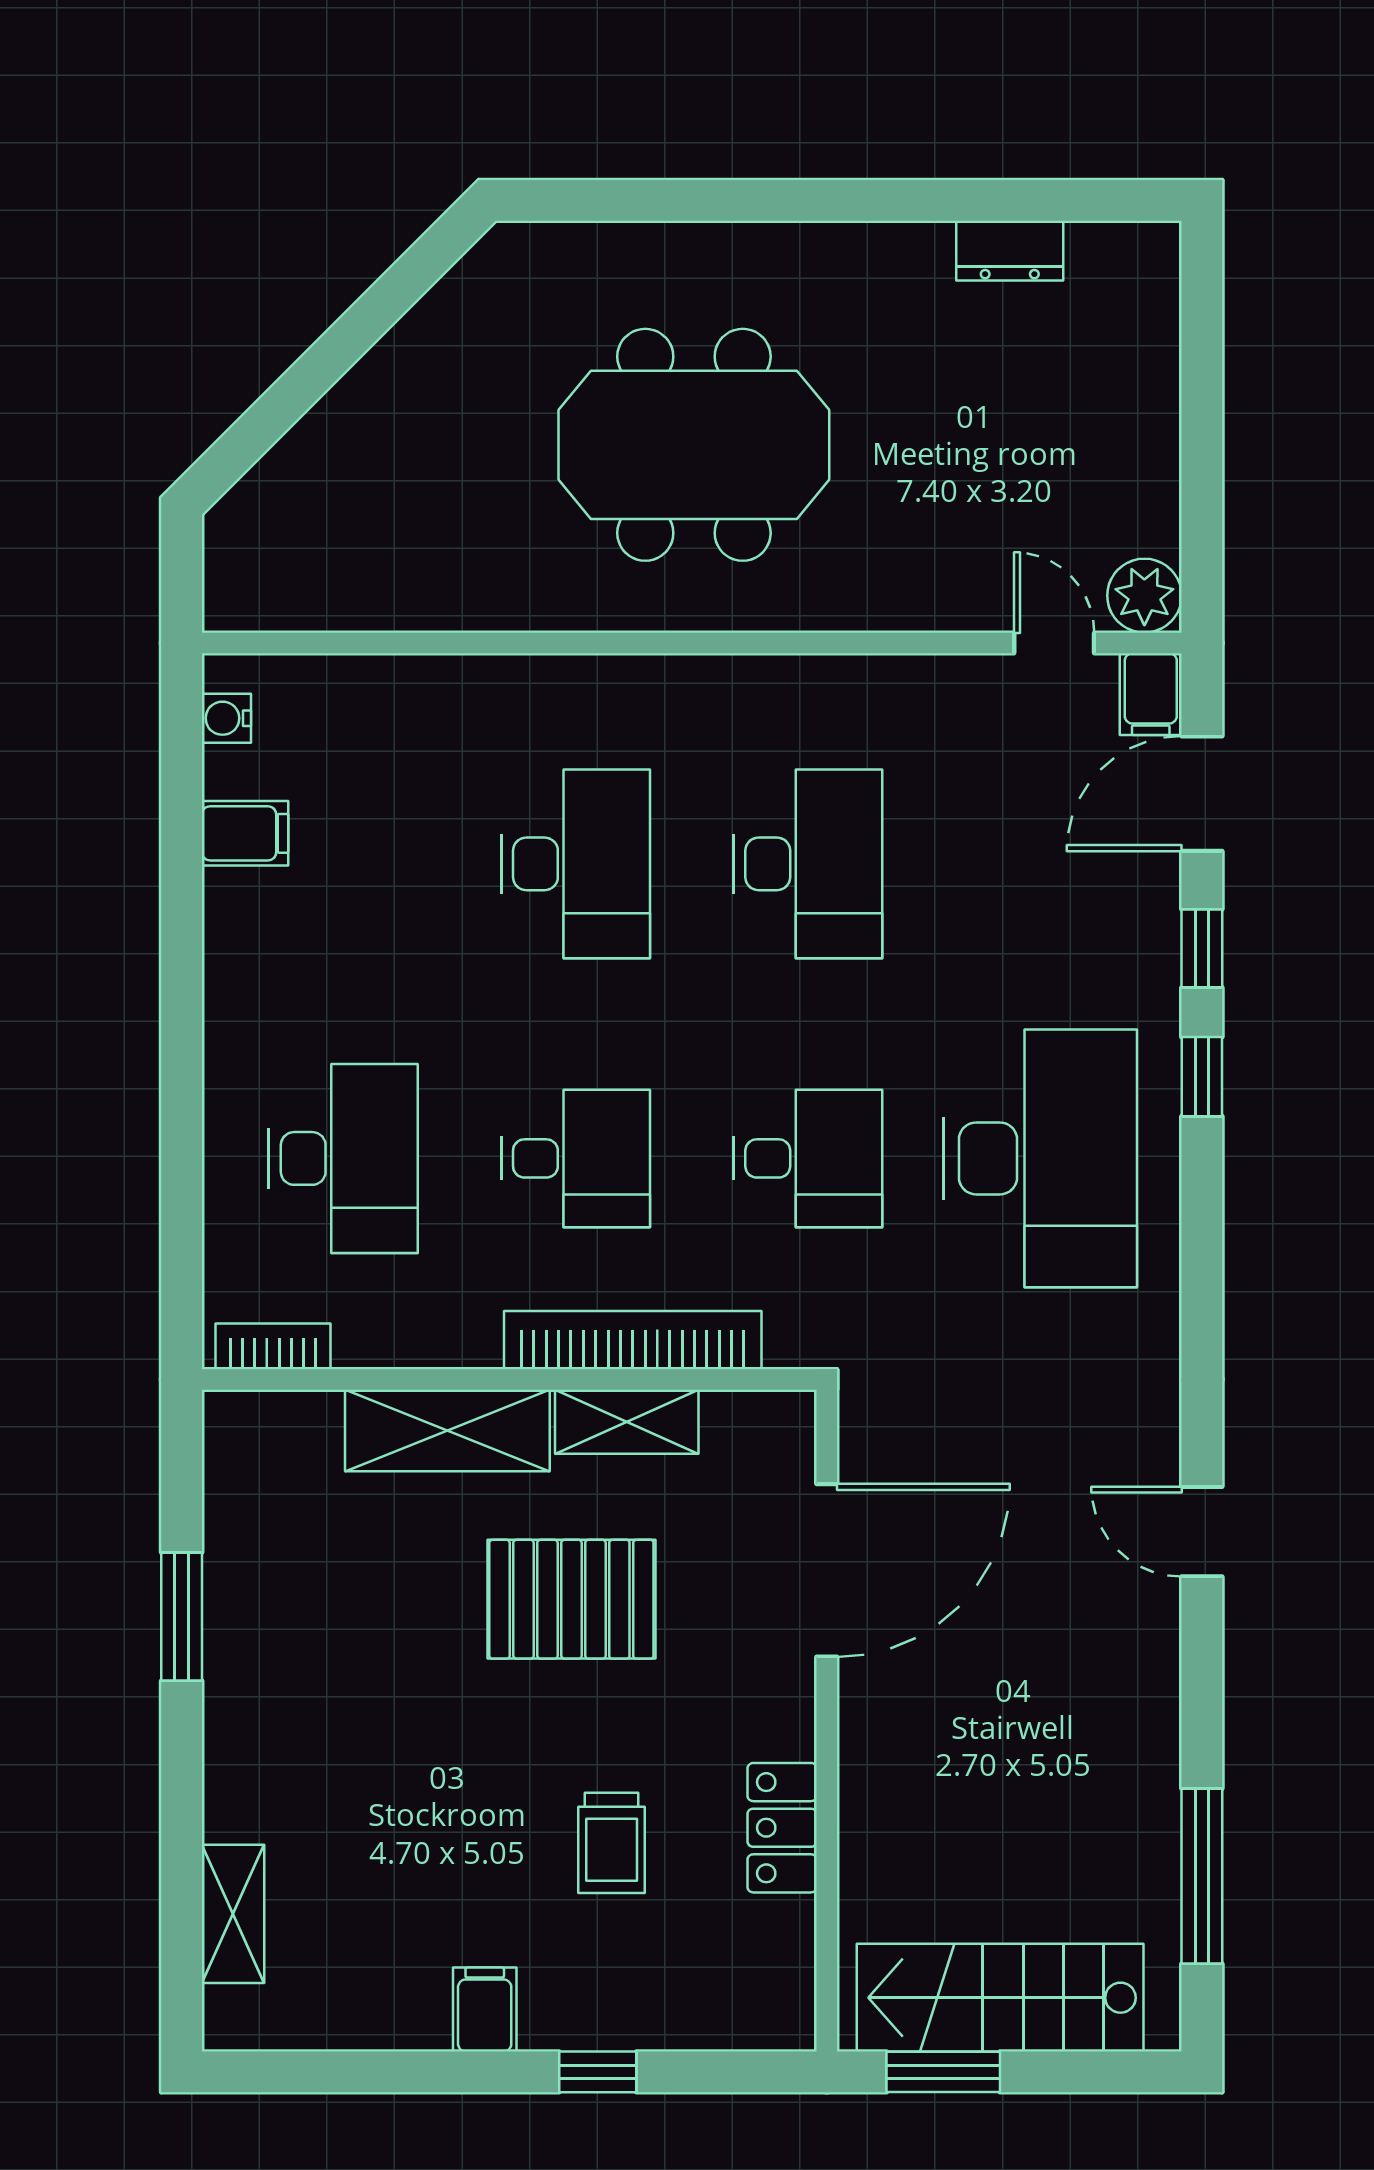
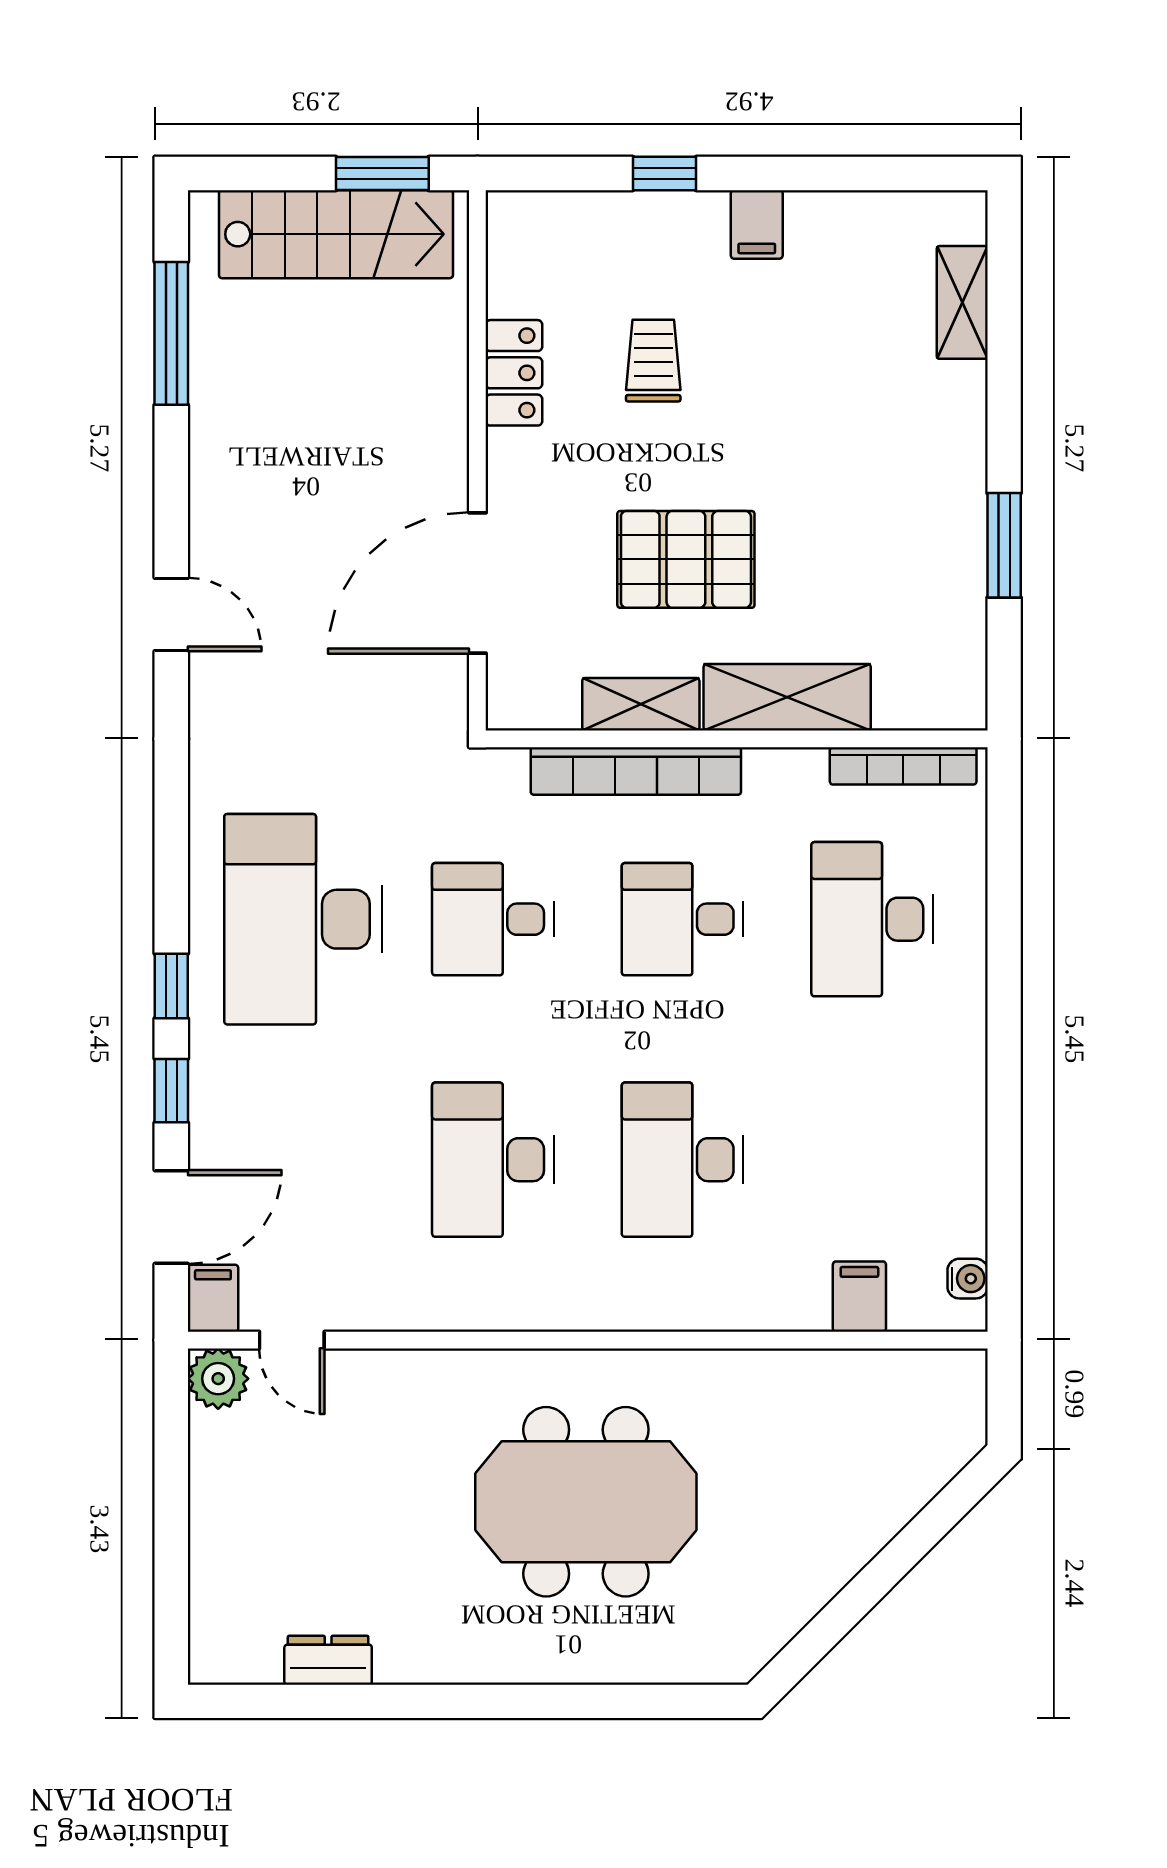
filing cabinet: (245, 833) -> (859, 1297), moved, turned 90
bookcase: (273, 1346) -> (903, 766), width x1.56

